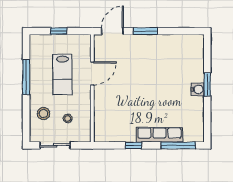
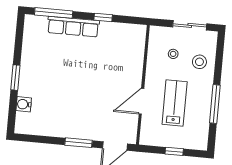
water cooler: (198, 89) -> (24, 104), moved

